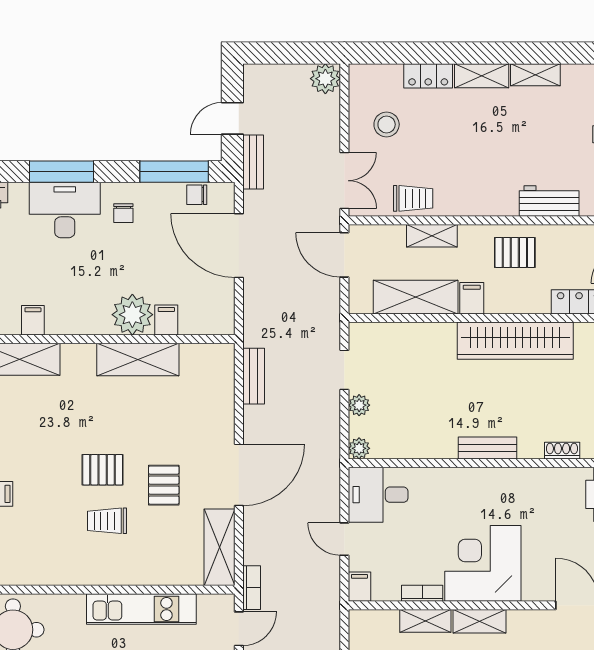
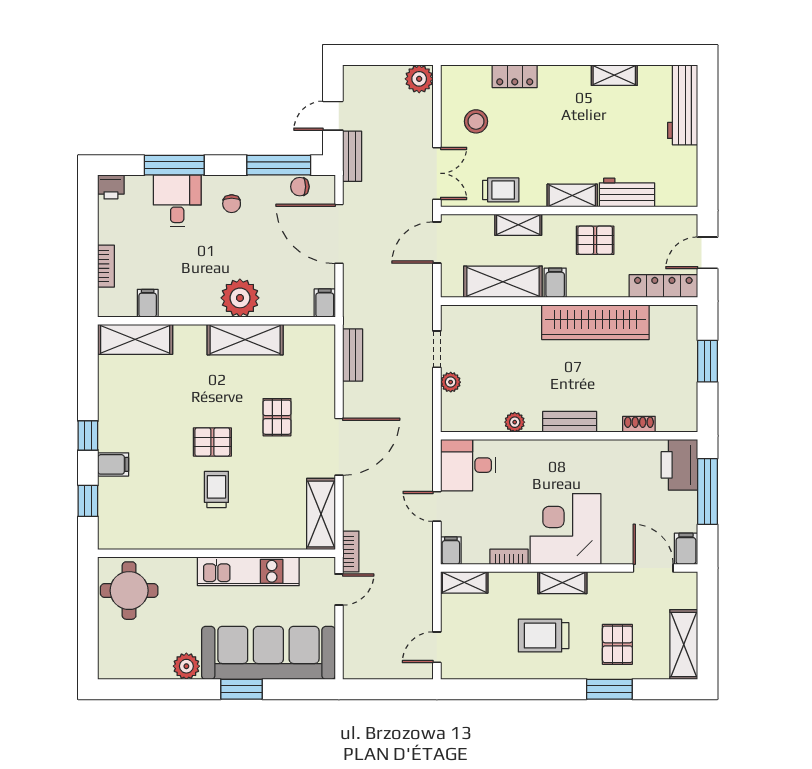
shelving: (482, 76) -> (572, 196), moved
desk: (65, 210) -> (177, 201), width x0.73
door: (344, 255) -> (437, 242), hinge flipped
filing cabinet: (166, 320) -> (325, 303), moved
plant: (359, 448) -> (515, 422), moved
pallet: (164, 485) -> (277, 417), moved
trolley: (107, 521) -> (216, 489), turned 90
shelving: (425, 621) -> (464, 582), moved

